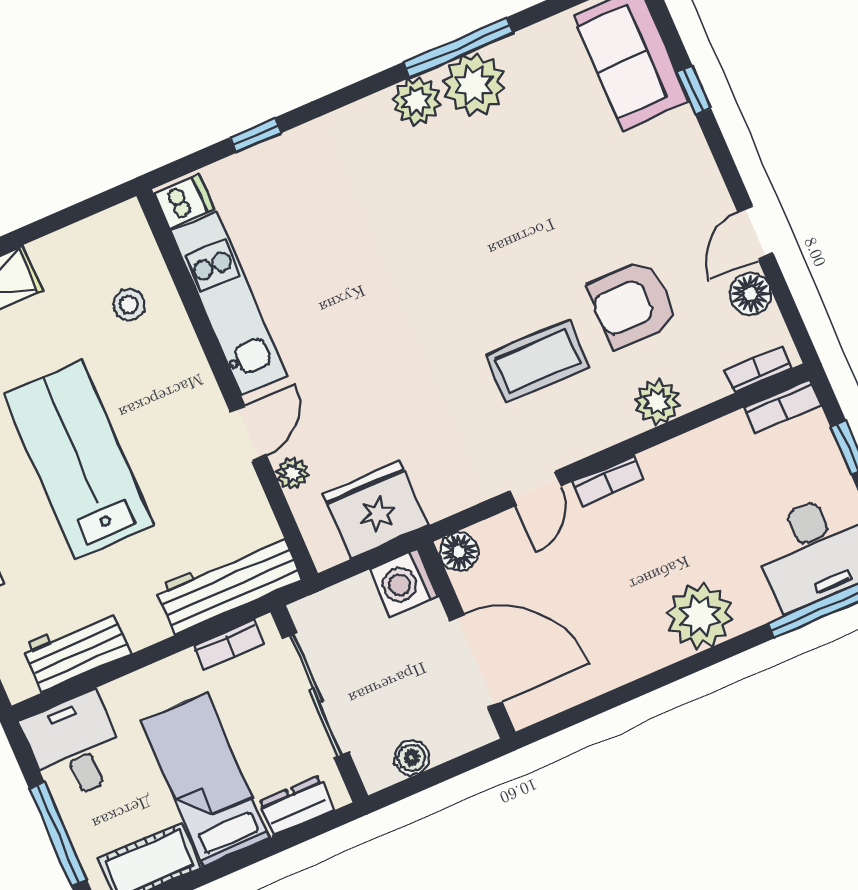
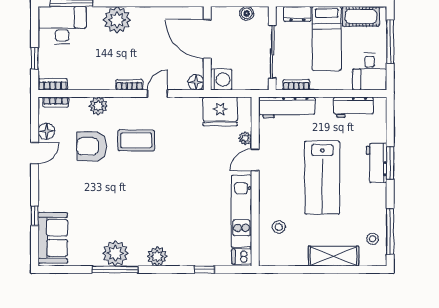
plant: (416, 101) -> (157, 256), moved
armchair: (633, 304) -> (92, 146), turned 180

